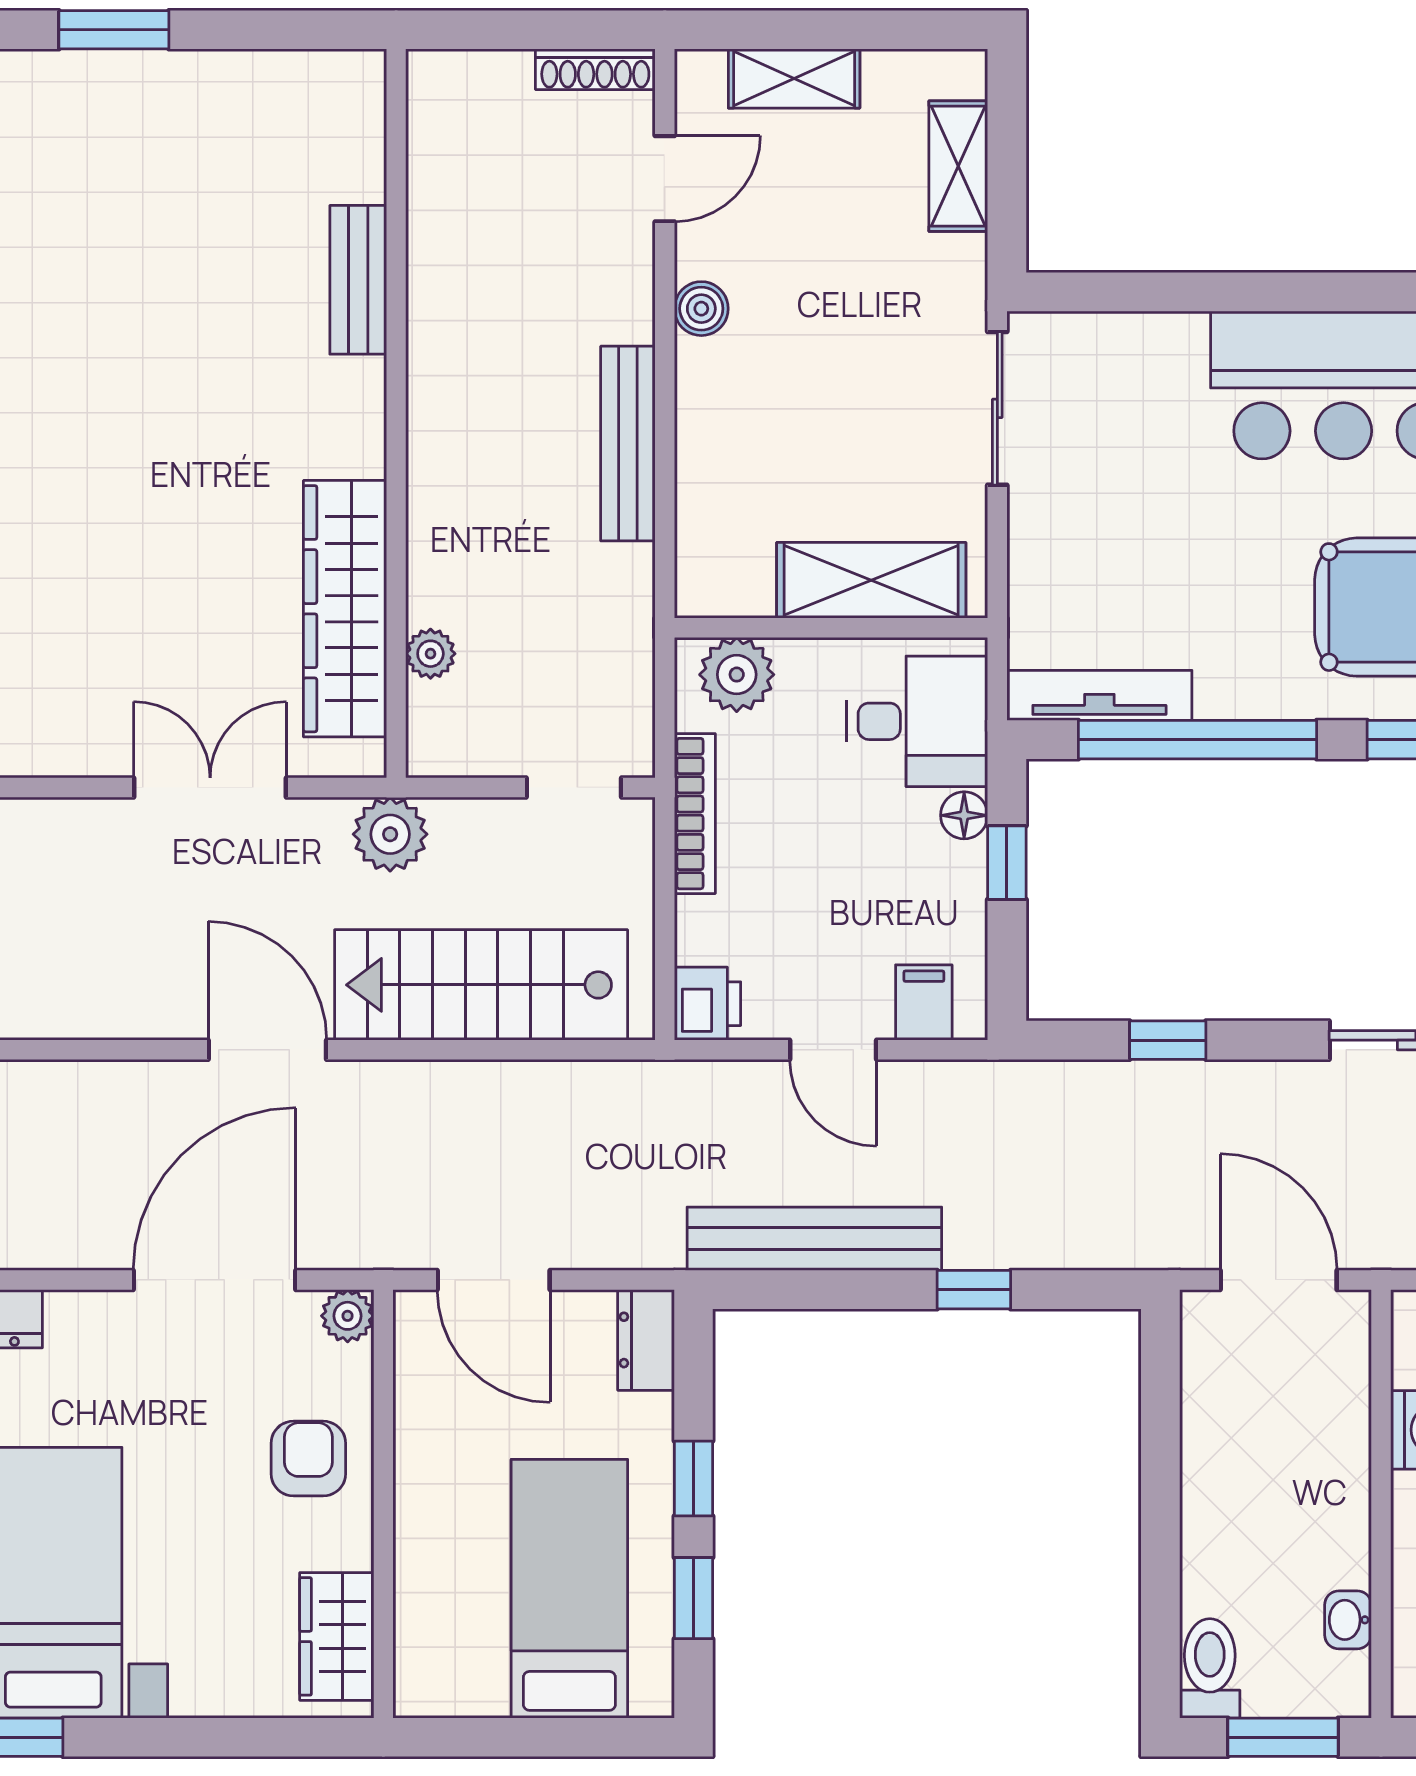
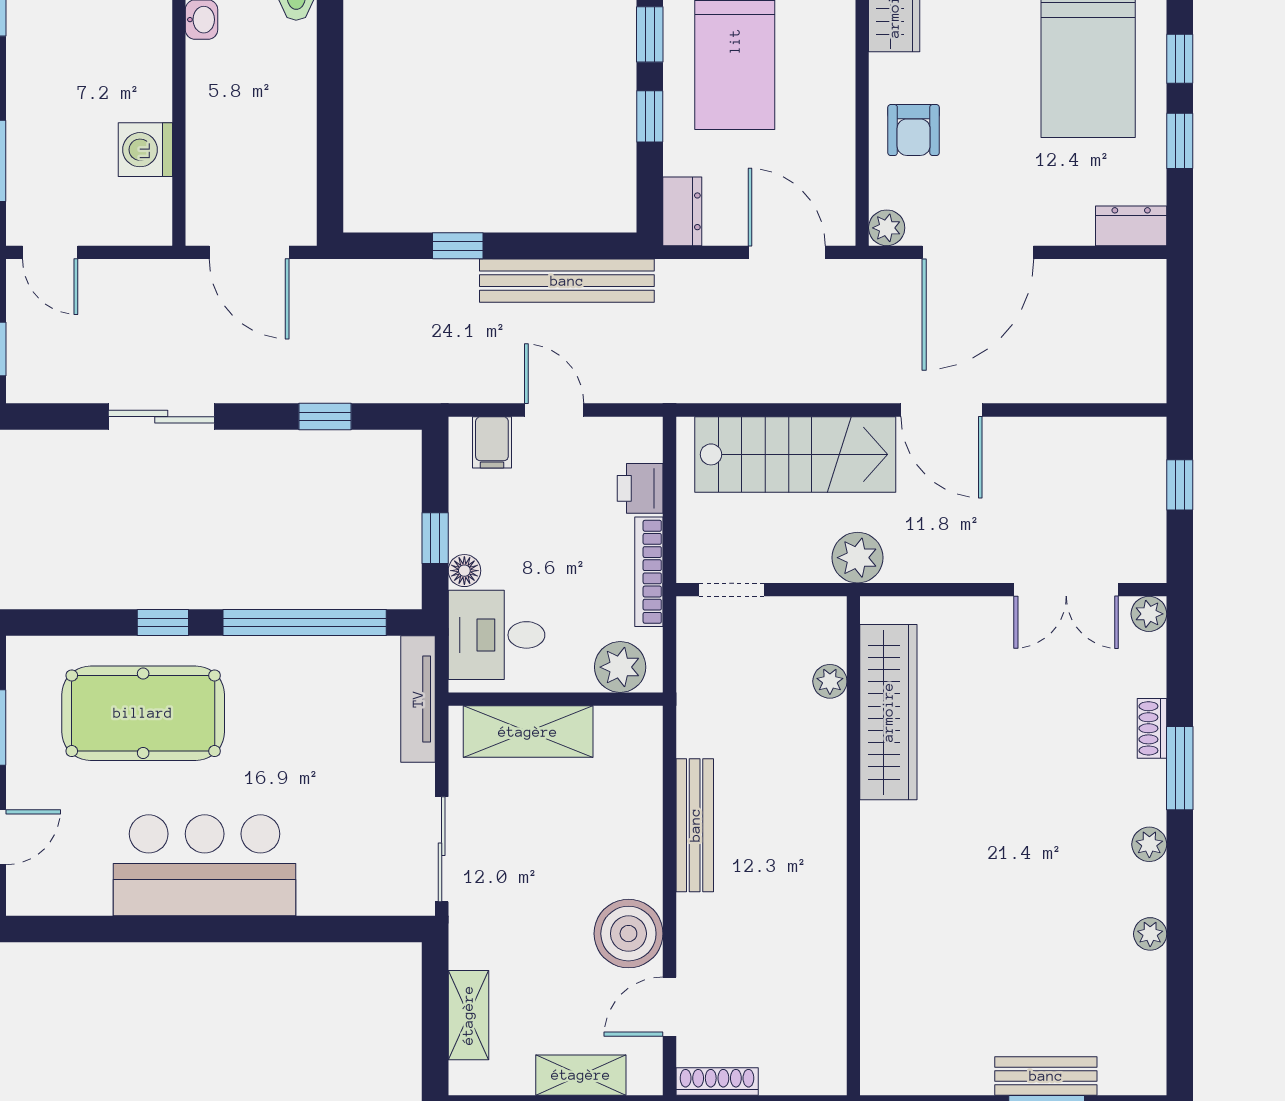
bench: (358, 280) -> (1046, 1076), moved, turned 90
boiler: (701, 309) -> (628, 934), width x1.86, depth x1.86
tv unit: (1099, 695) -> (418, 699), moved, turned 90
double door: (210, 788) -> (1066, 590), moved
printer: (708, 1004) -> (640, 488), moved

